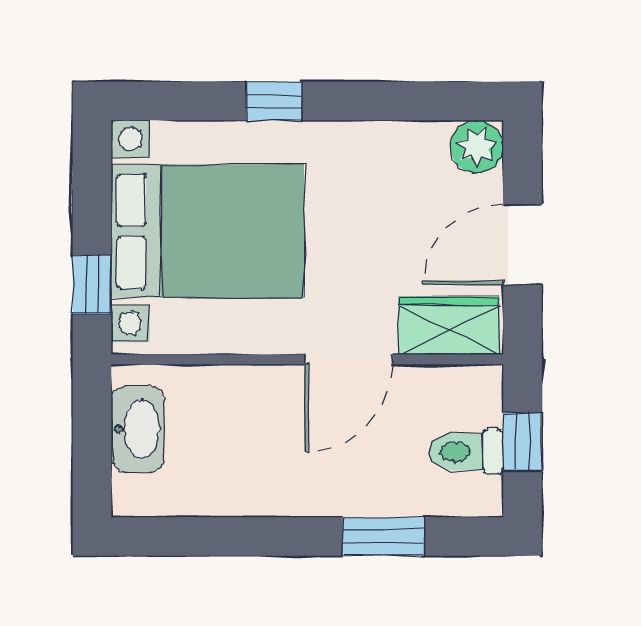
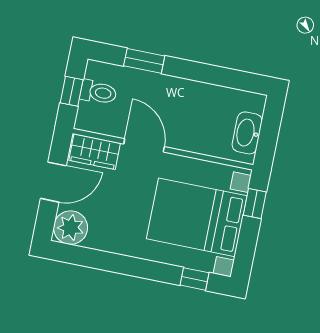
window: (274, 101) -> (194, 279), moved
plant: (477, 147) -> (71, 228), width x1.36, depth x1.36
door: (348, 359) -> (144, 145), hinge flipped

